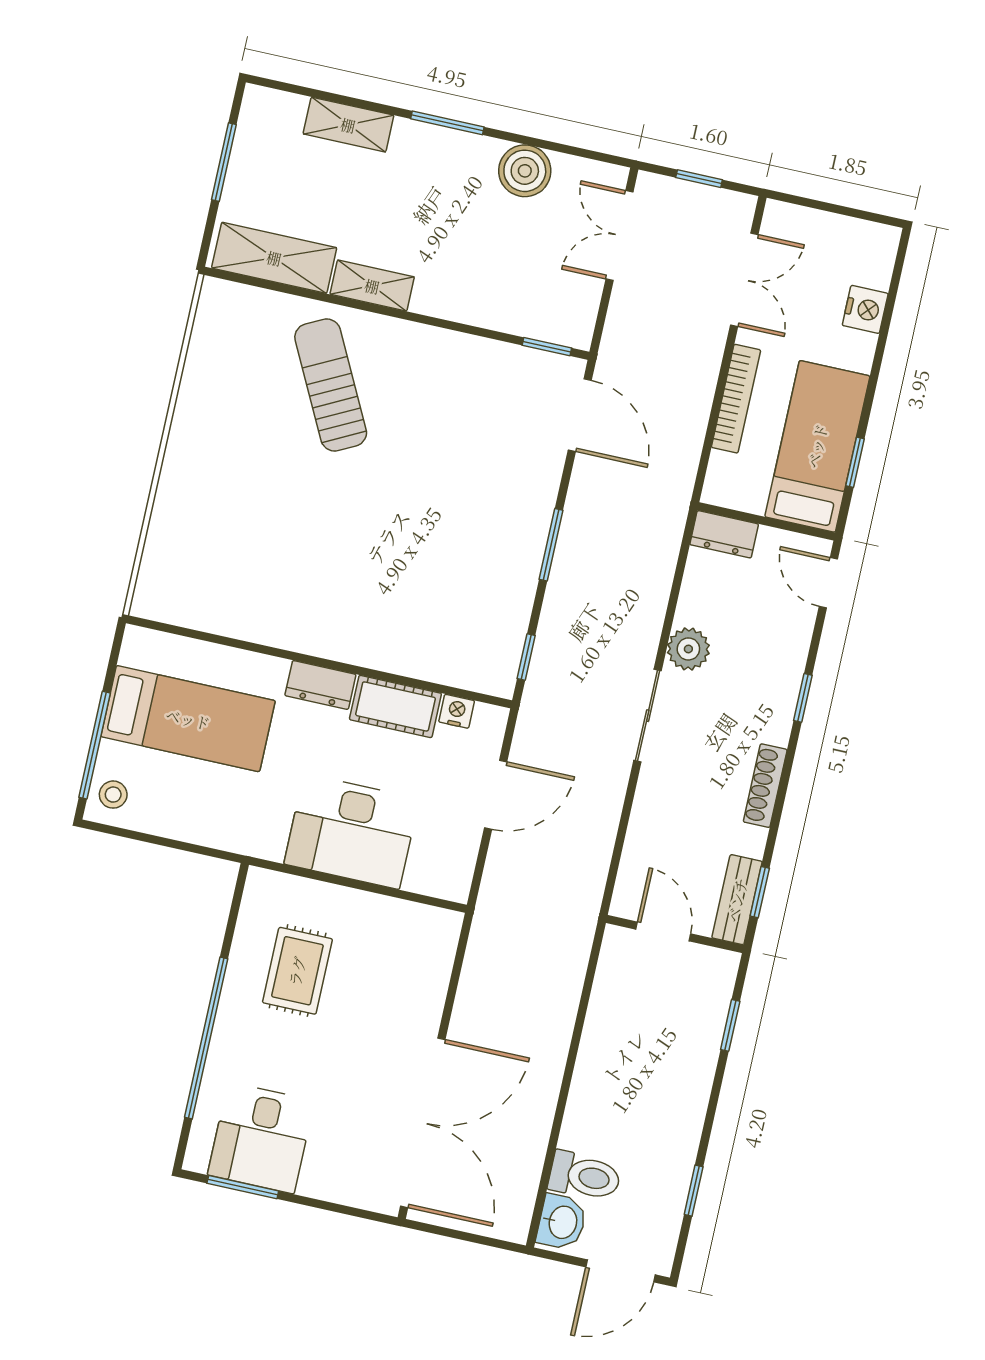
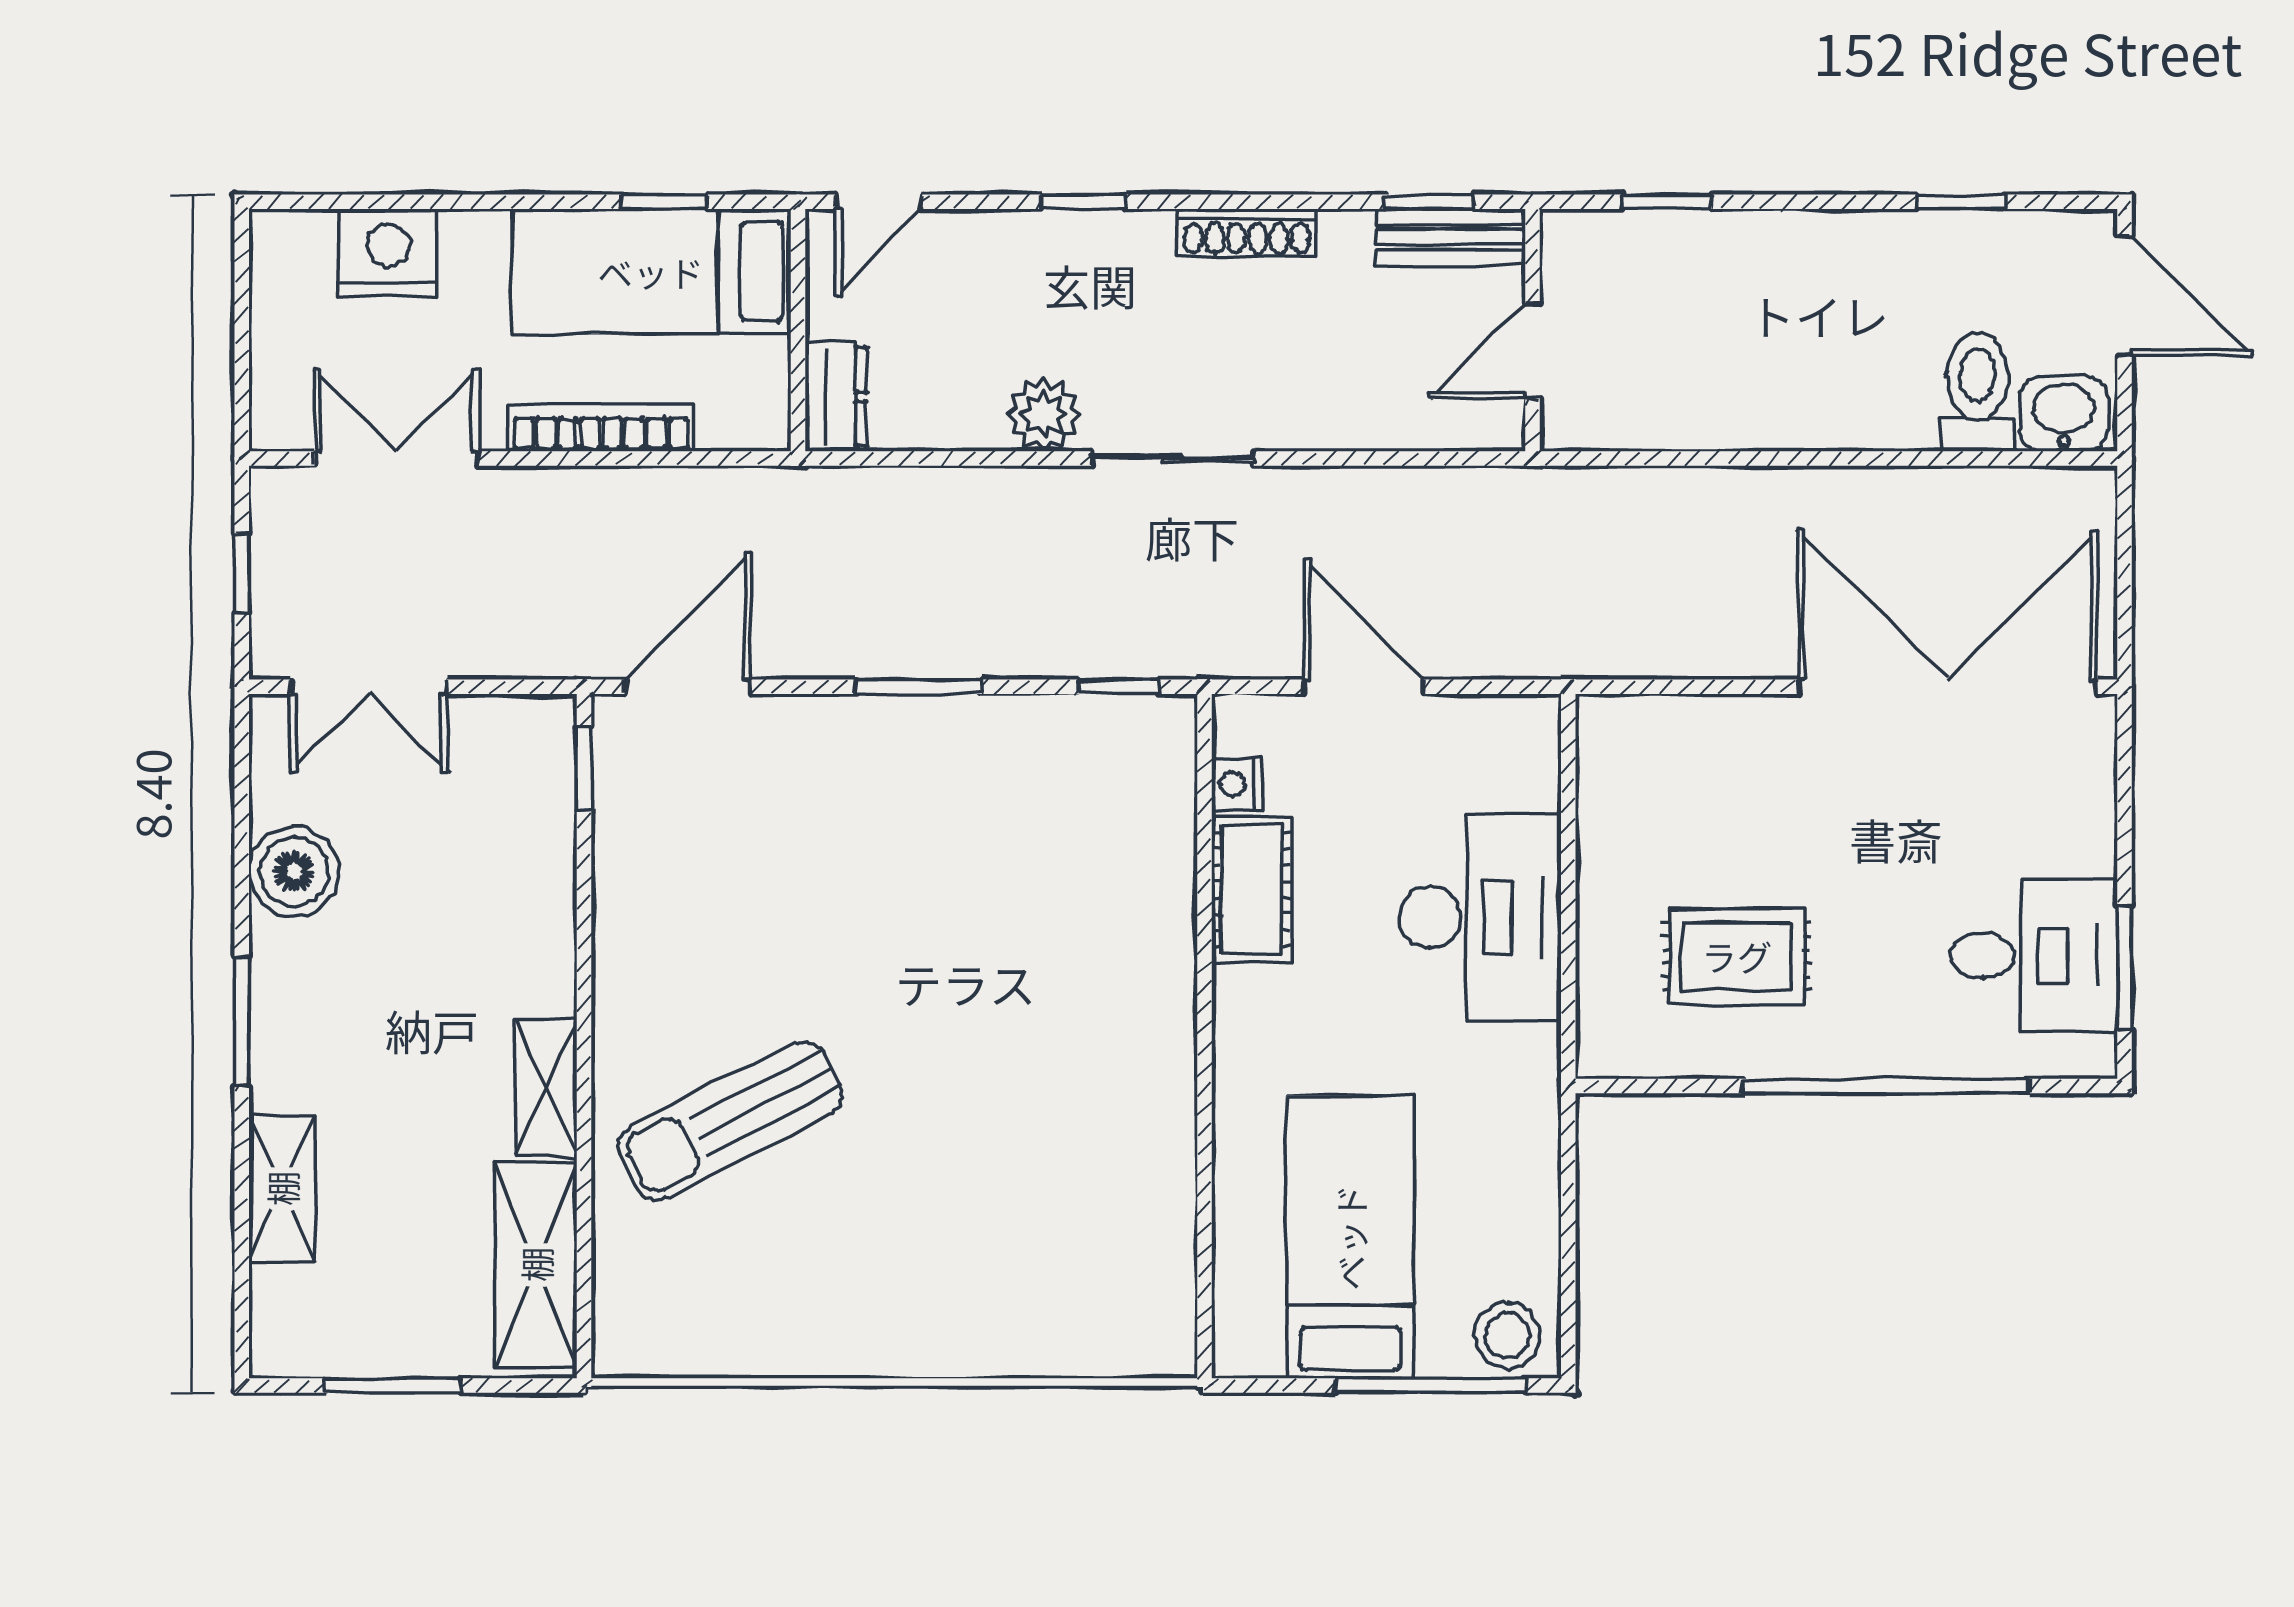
nightstand: (865, 309) -> (388, 253), width x1.36, depth x1.33
dresser: (320, 685) -> (1243, 1025), removed
stool: (113, 795) -> (1507, 1336), width x1.37, depth x1.37

